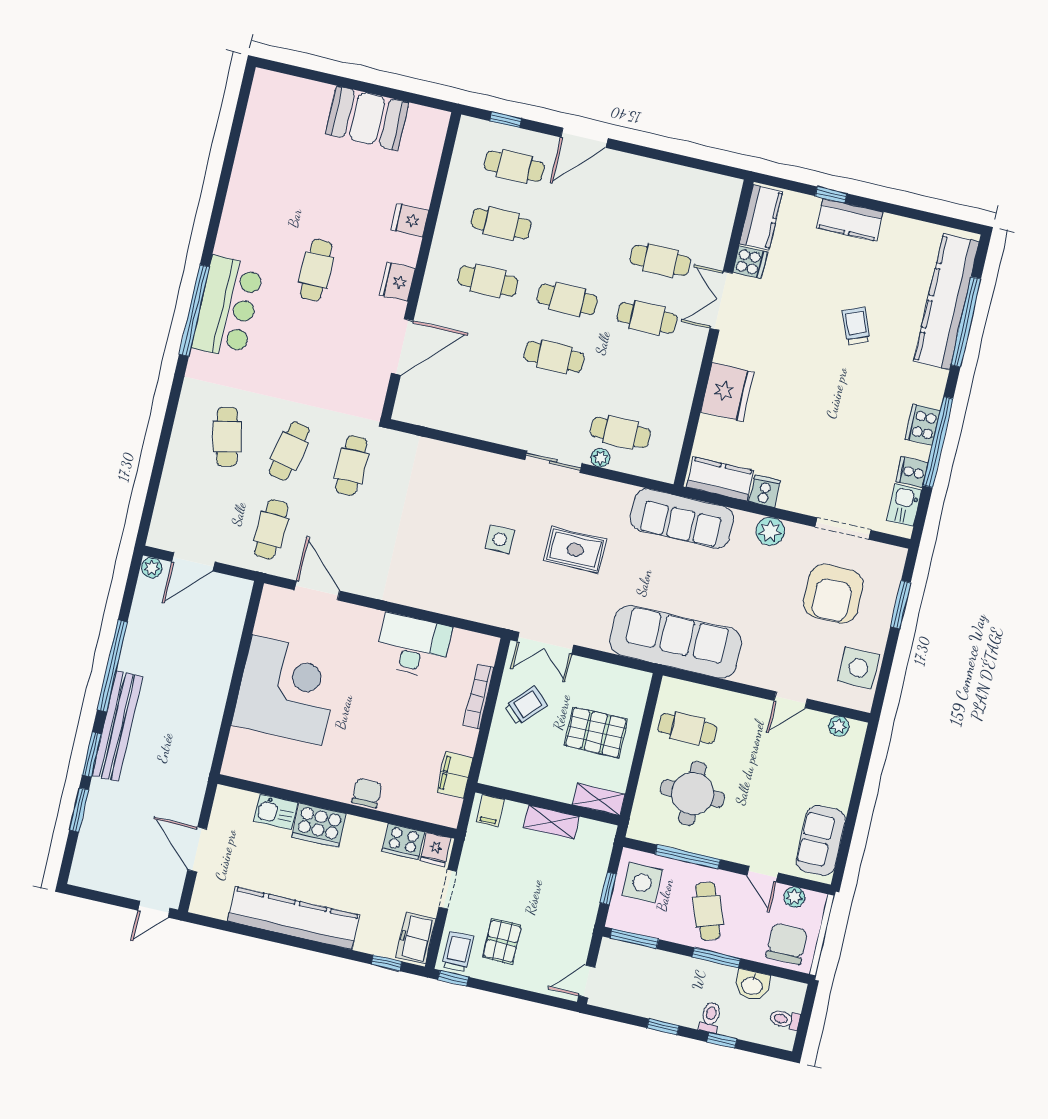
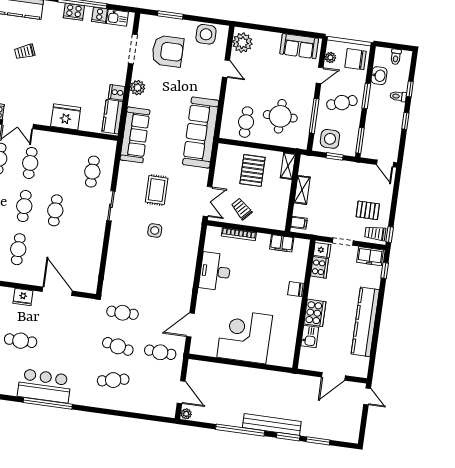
plant: (600, 458) -> (107, 181), removed
plant: (839, 726) -> (242, 43), width x1.88, depth x1.88

